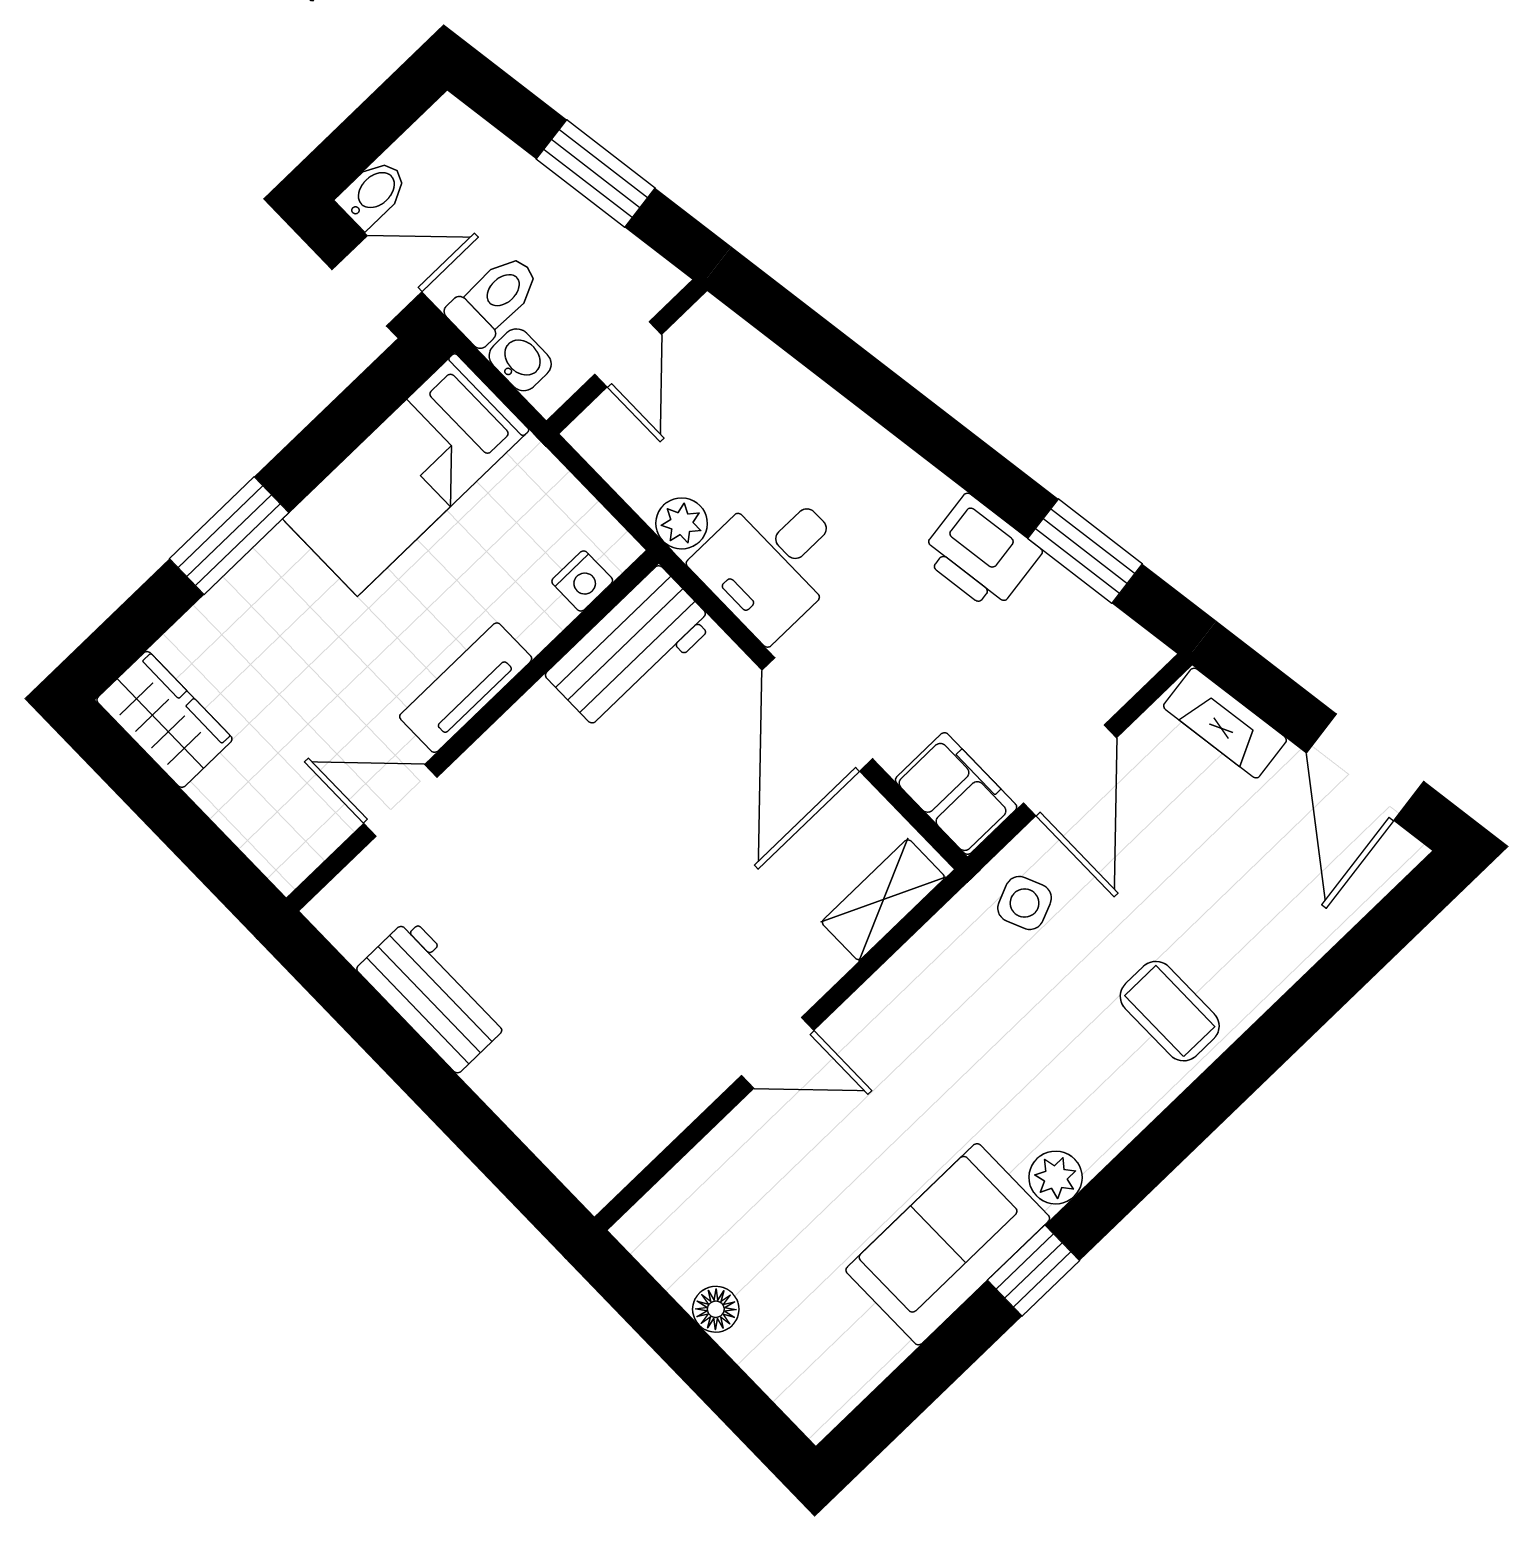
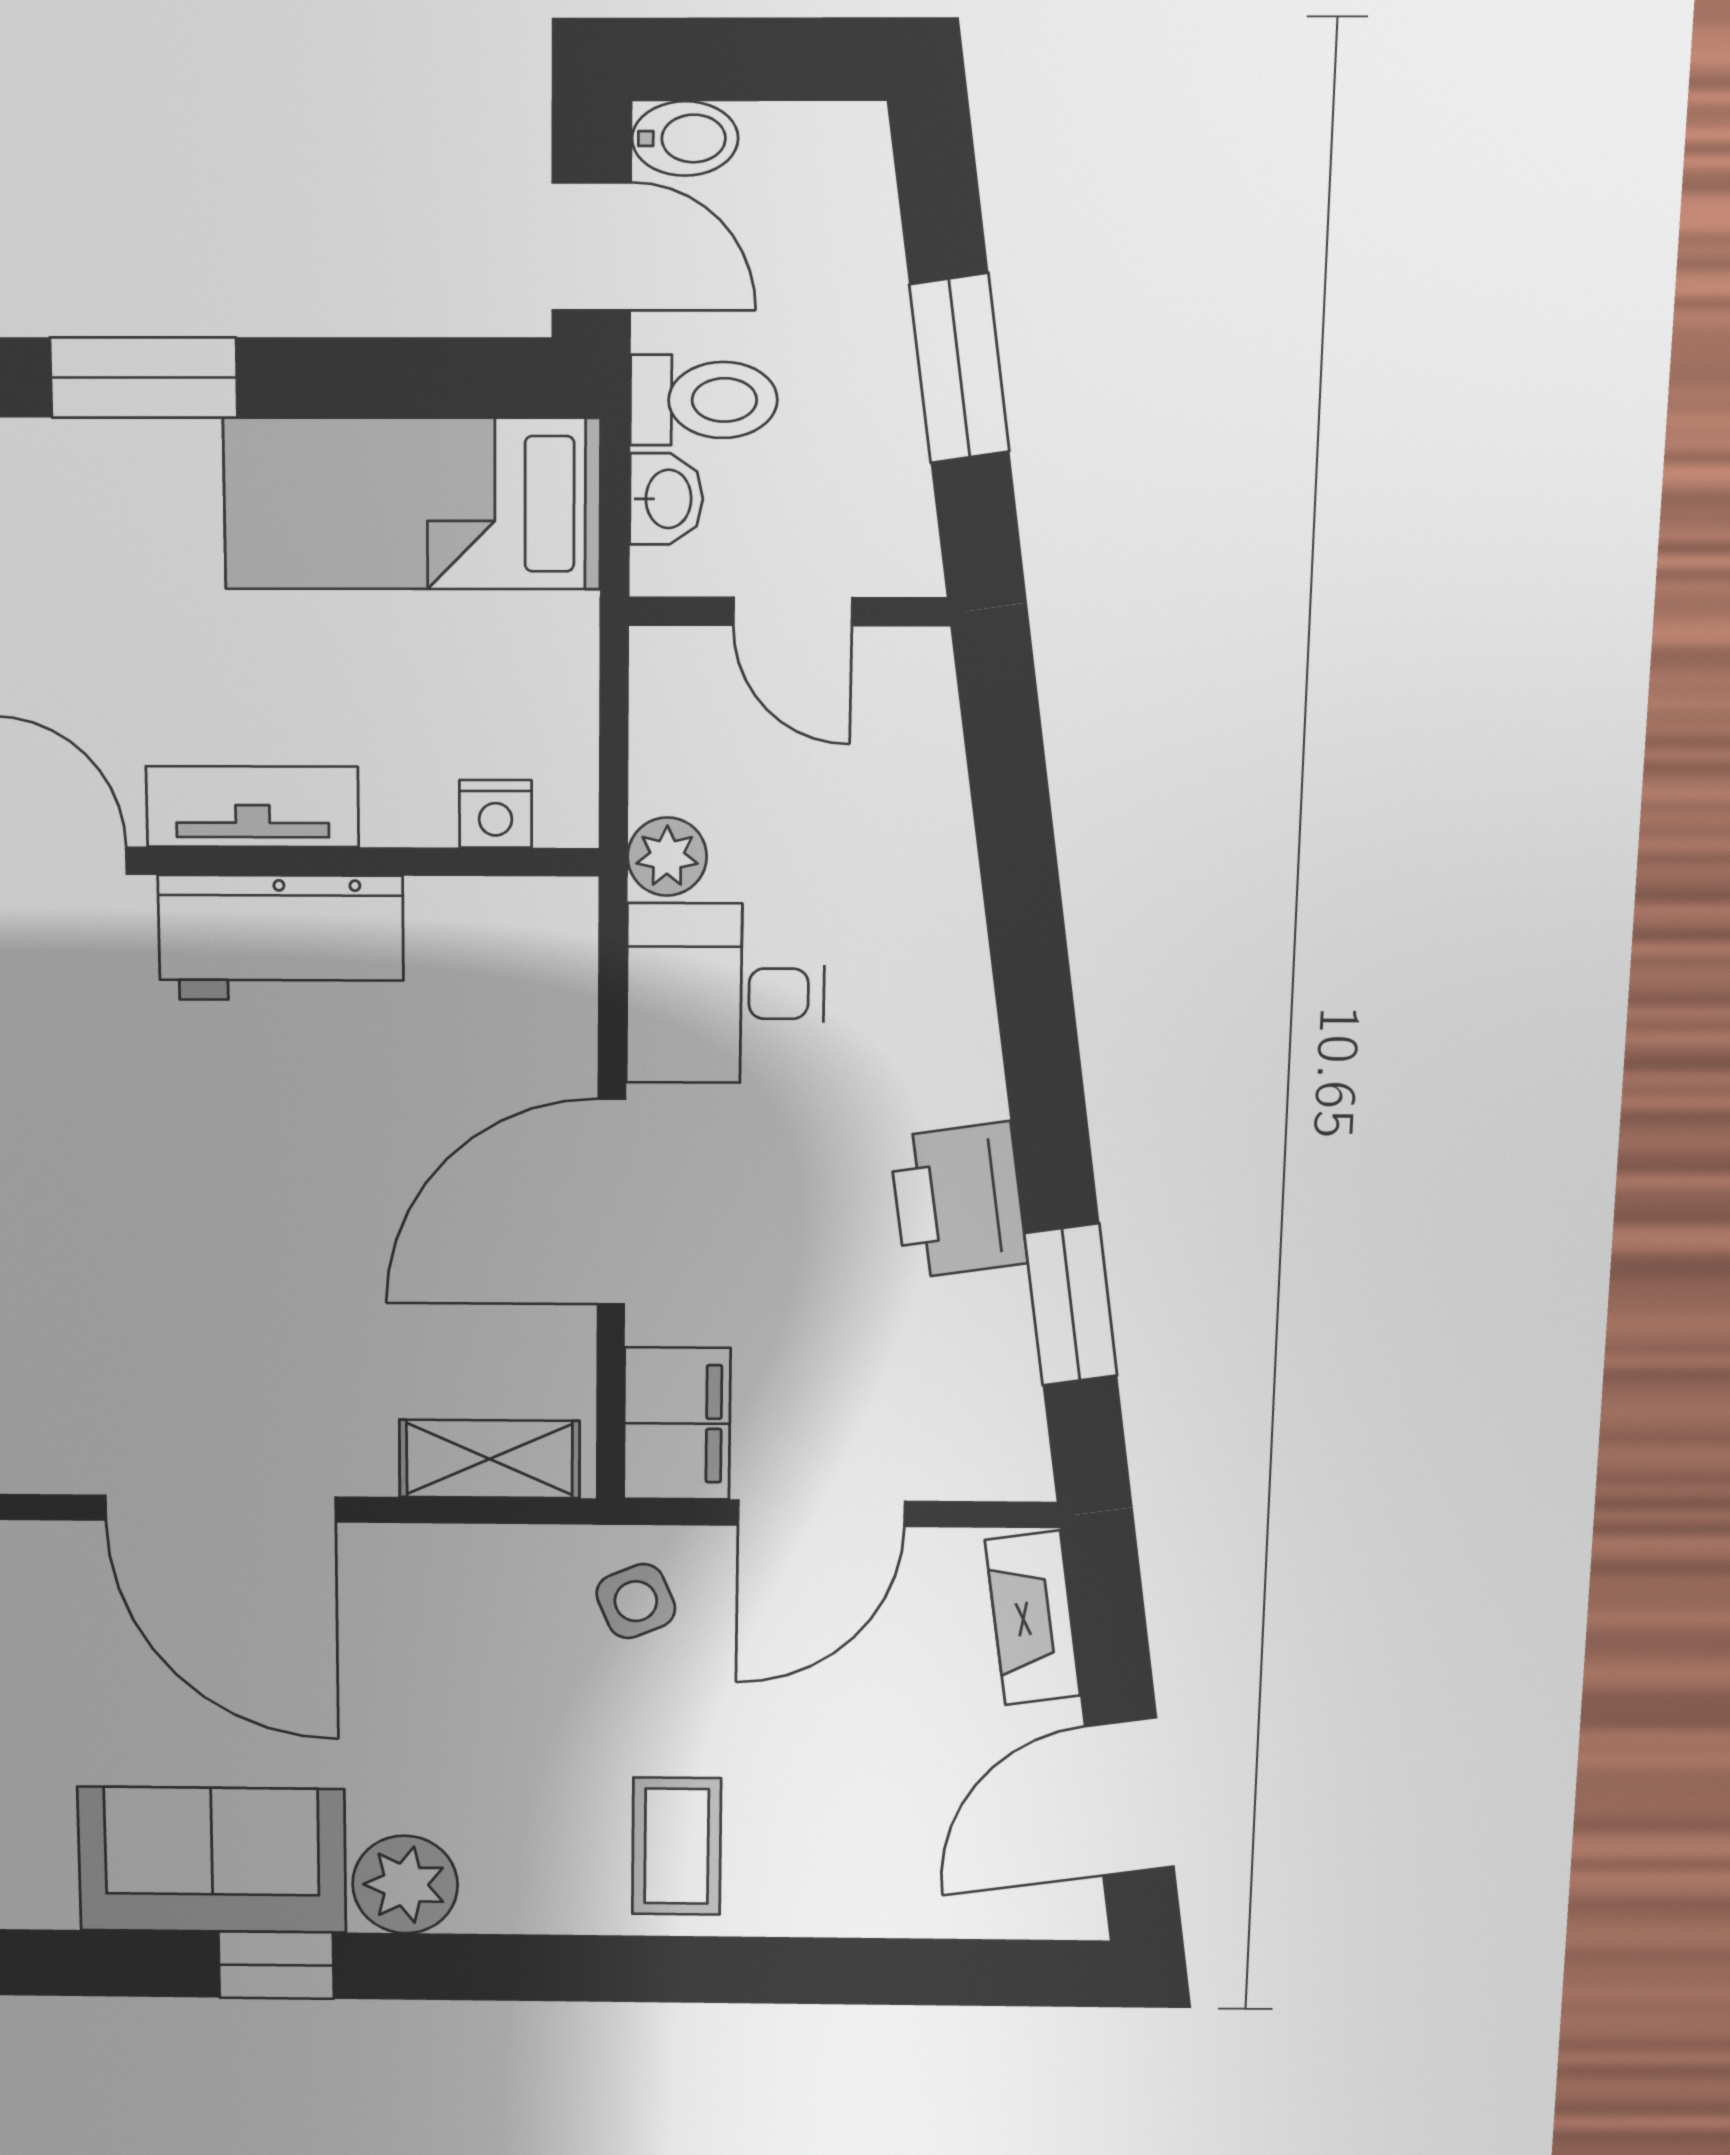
door: (628, 354) -> (793, 612), hinge flipped
workbench: (630, 649) -> (281, 938), moved
door: (778, 1053) -> (221, 1509), width x1.87
plant: (1056, 1178) -> (405, 1885), width x1.38, depth x1.38

